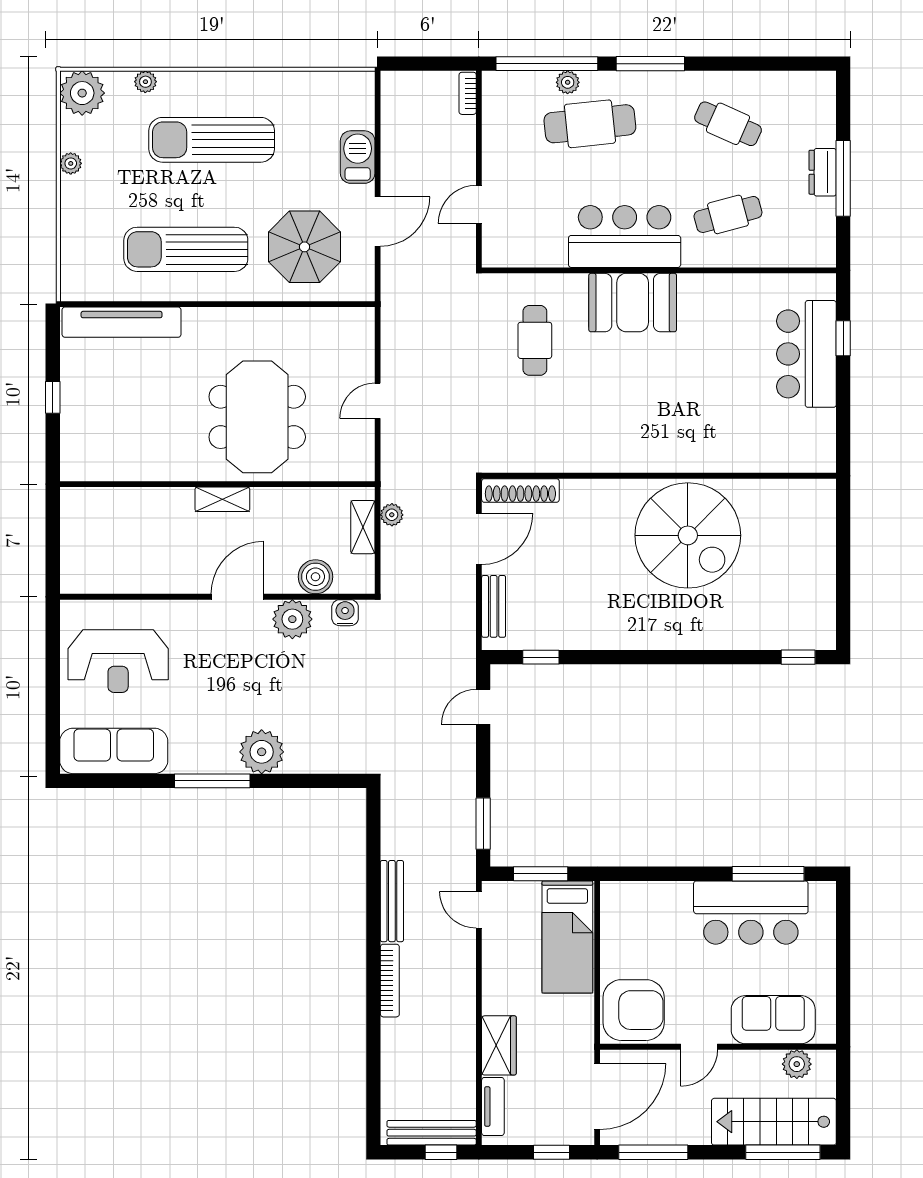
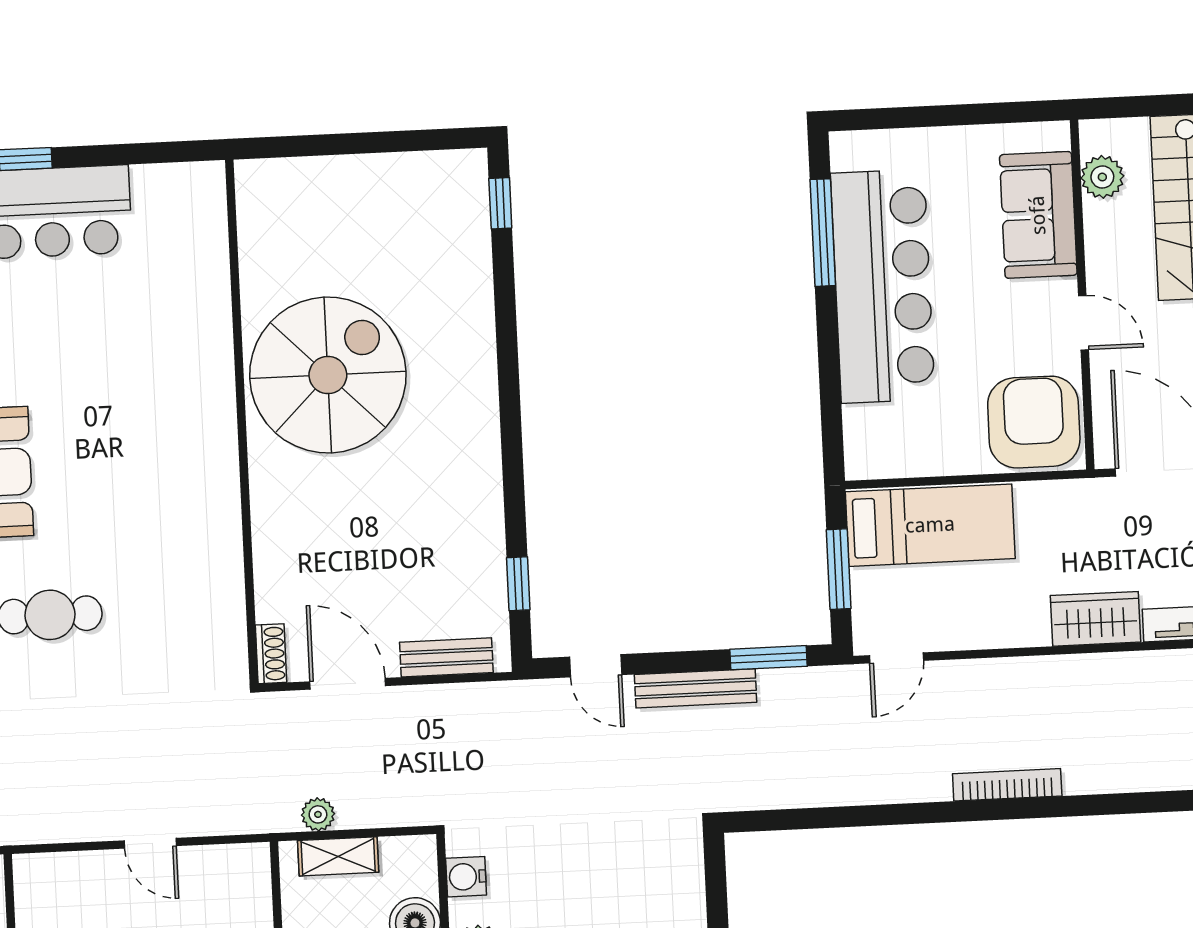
shoe rack: (520, 490) -> (271, 654), width x0.51, depth x0.81
bench: (392, 901) -> (696, 688), moved
bar counter: (751, 913) -> (883, 286), width x1.36

